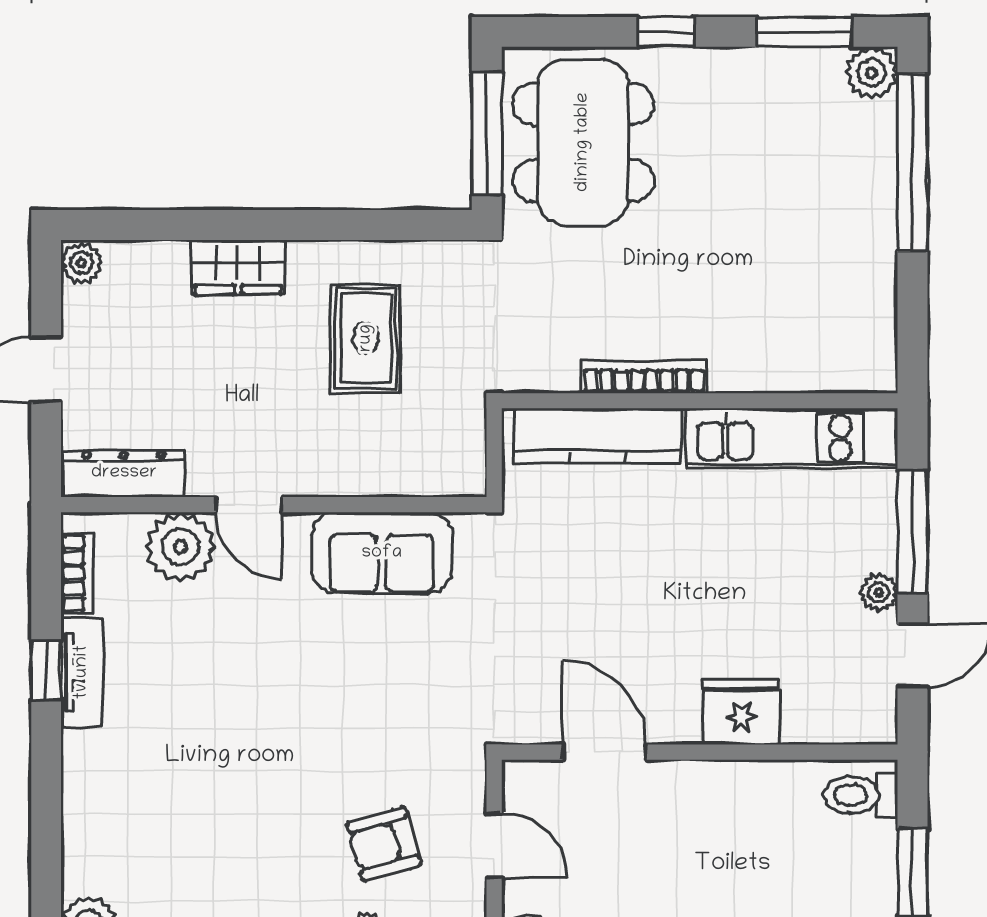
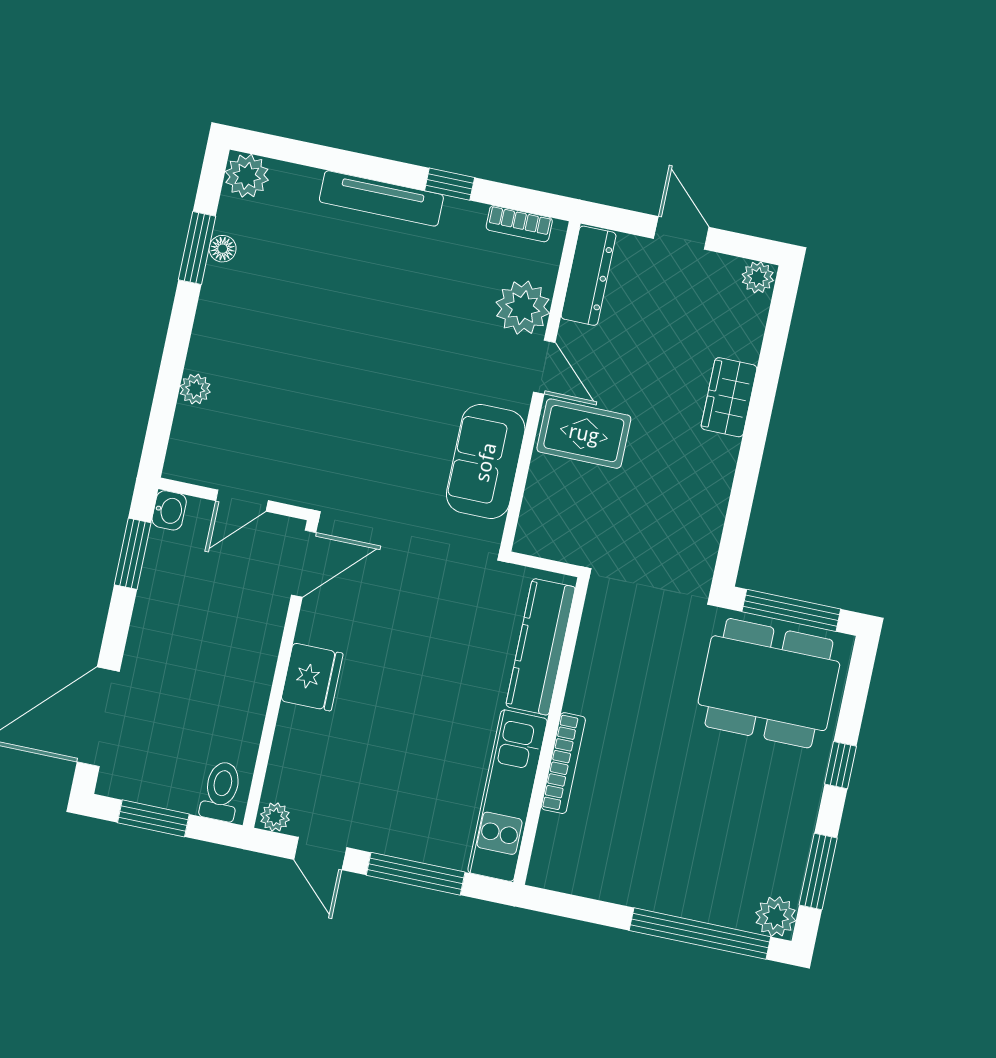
rug: (366, 338) -> (584, 434), moved
bookcase: (644, 377) -> (563, 763), moved
door: (249, 505) -> (544, 367), swing flipped
plant: (879, 592) -> (275, 817), moved
tv unit: (82, 672) -> (381, 198), moved, width x1.41
fridge: (741, 712) -> (312, 677), moved
door: (604, 752) -> (304, 564), moved
armchair: (384, 844) -> (261, 416), removed

